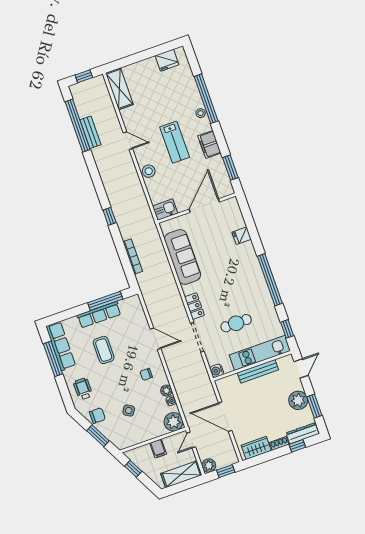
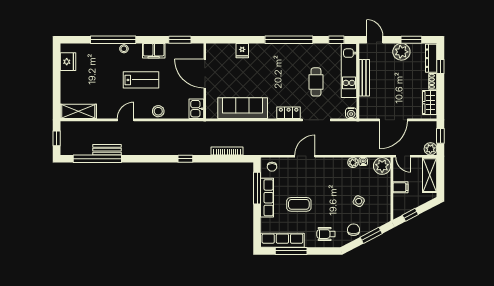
chair: (146, 374) -> (272, 167), moved

